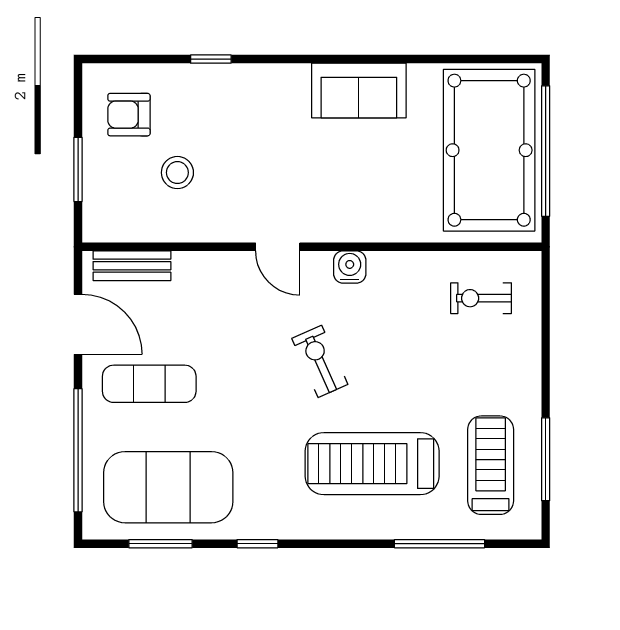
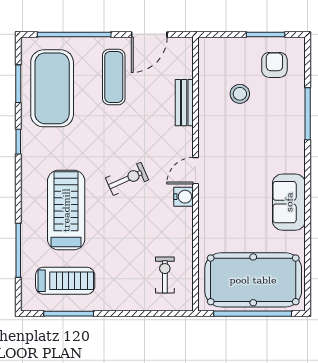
window: (211, 59) -> (308, 114), width x2.17
window: (78, 169) -> (265, 34), moved
door: (278, 247) -> (196, 171), moved
bench: (132, 266) -> (184, 103), moved

